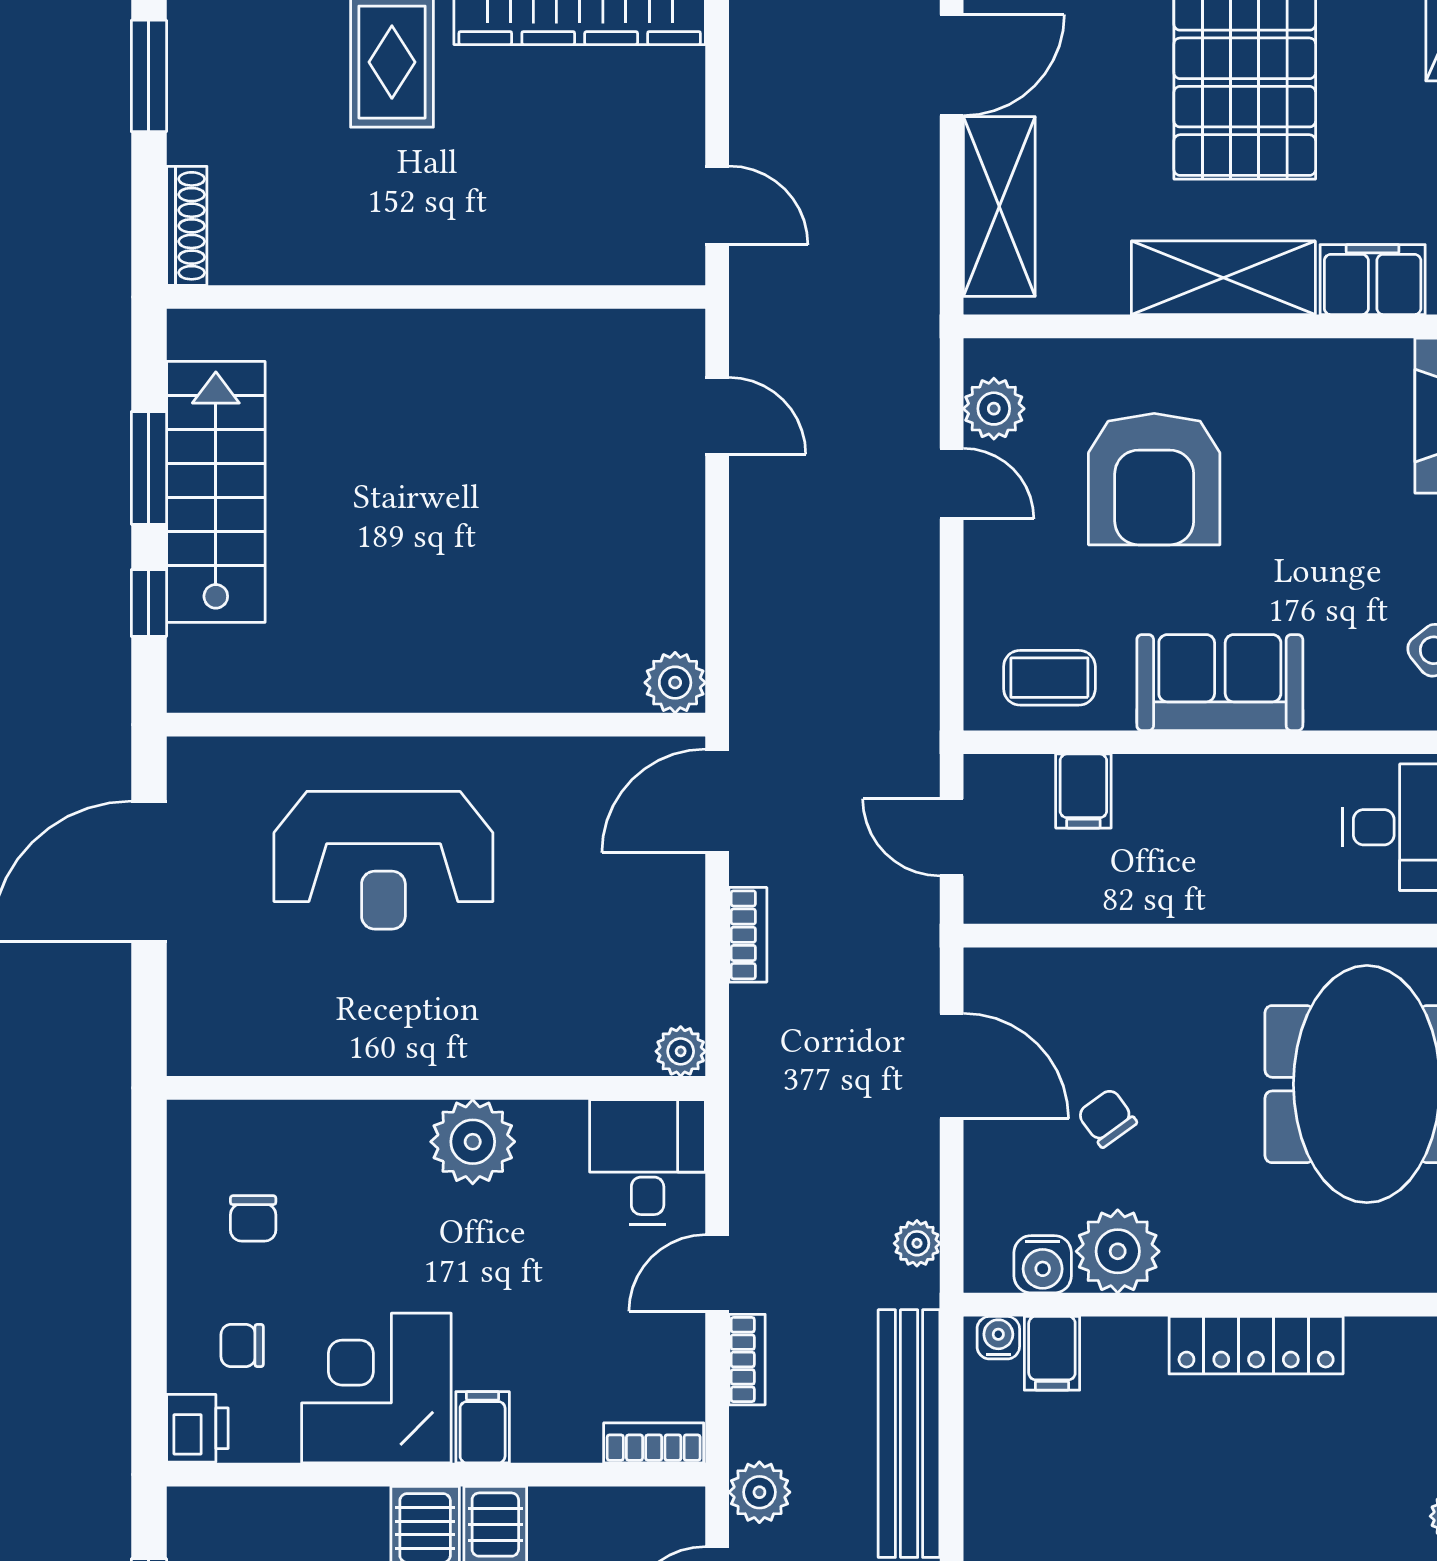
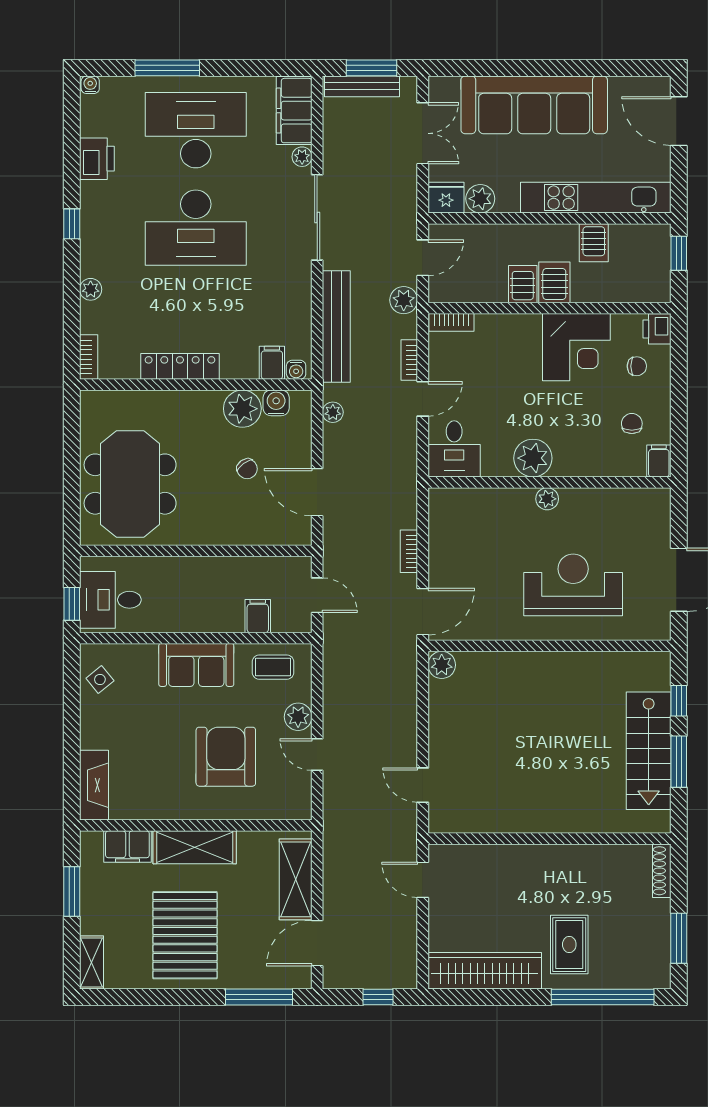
plant: (994, 409) -> (298, 717), moved
plant: (681, 1051) -> (547, 499), moved
filing cabinet: (483, 1427) -> (659, 461), moved, turned 180

